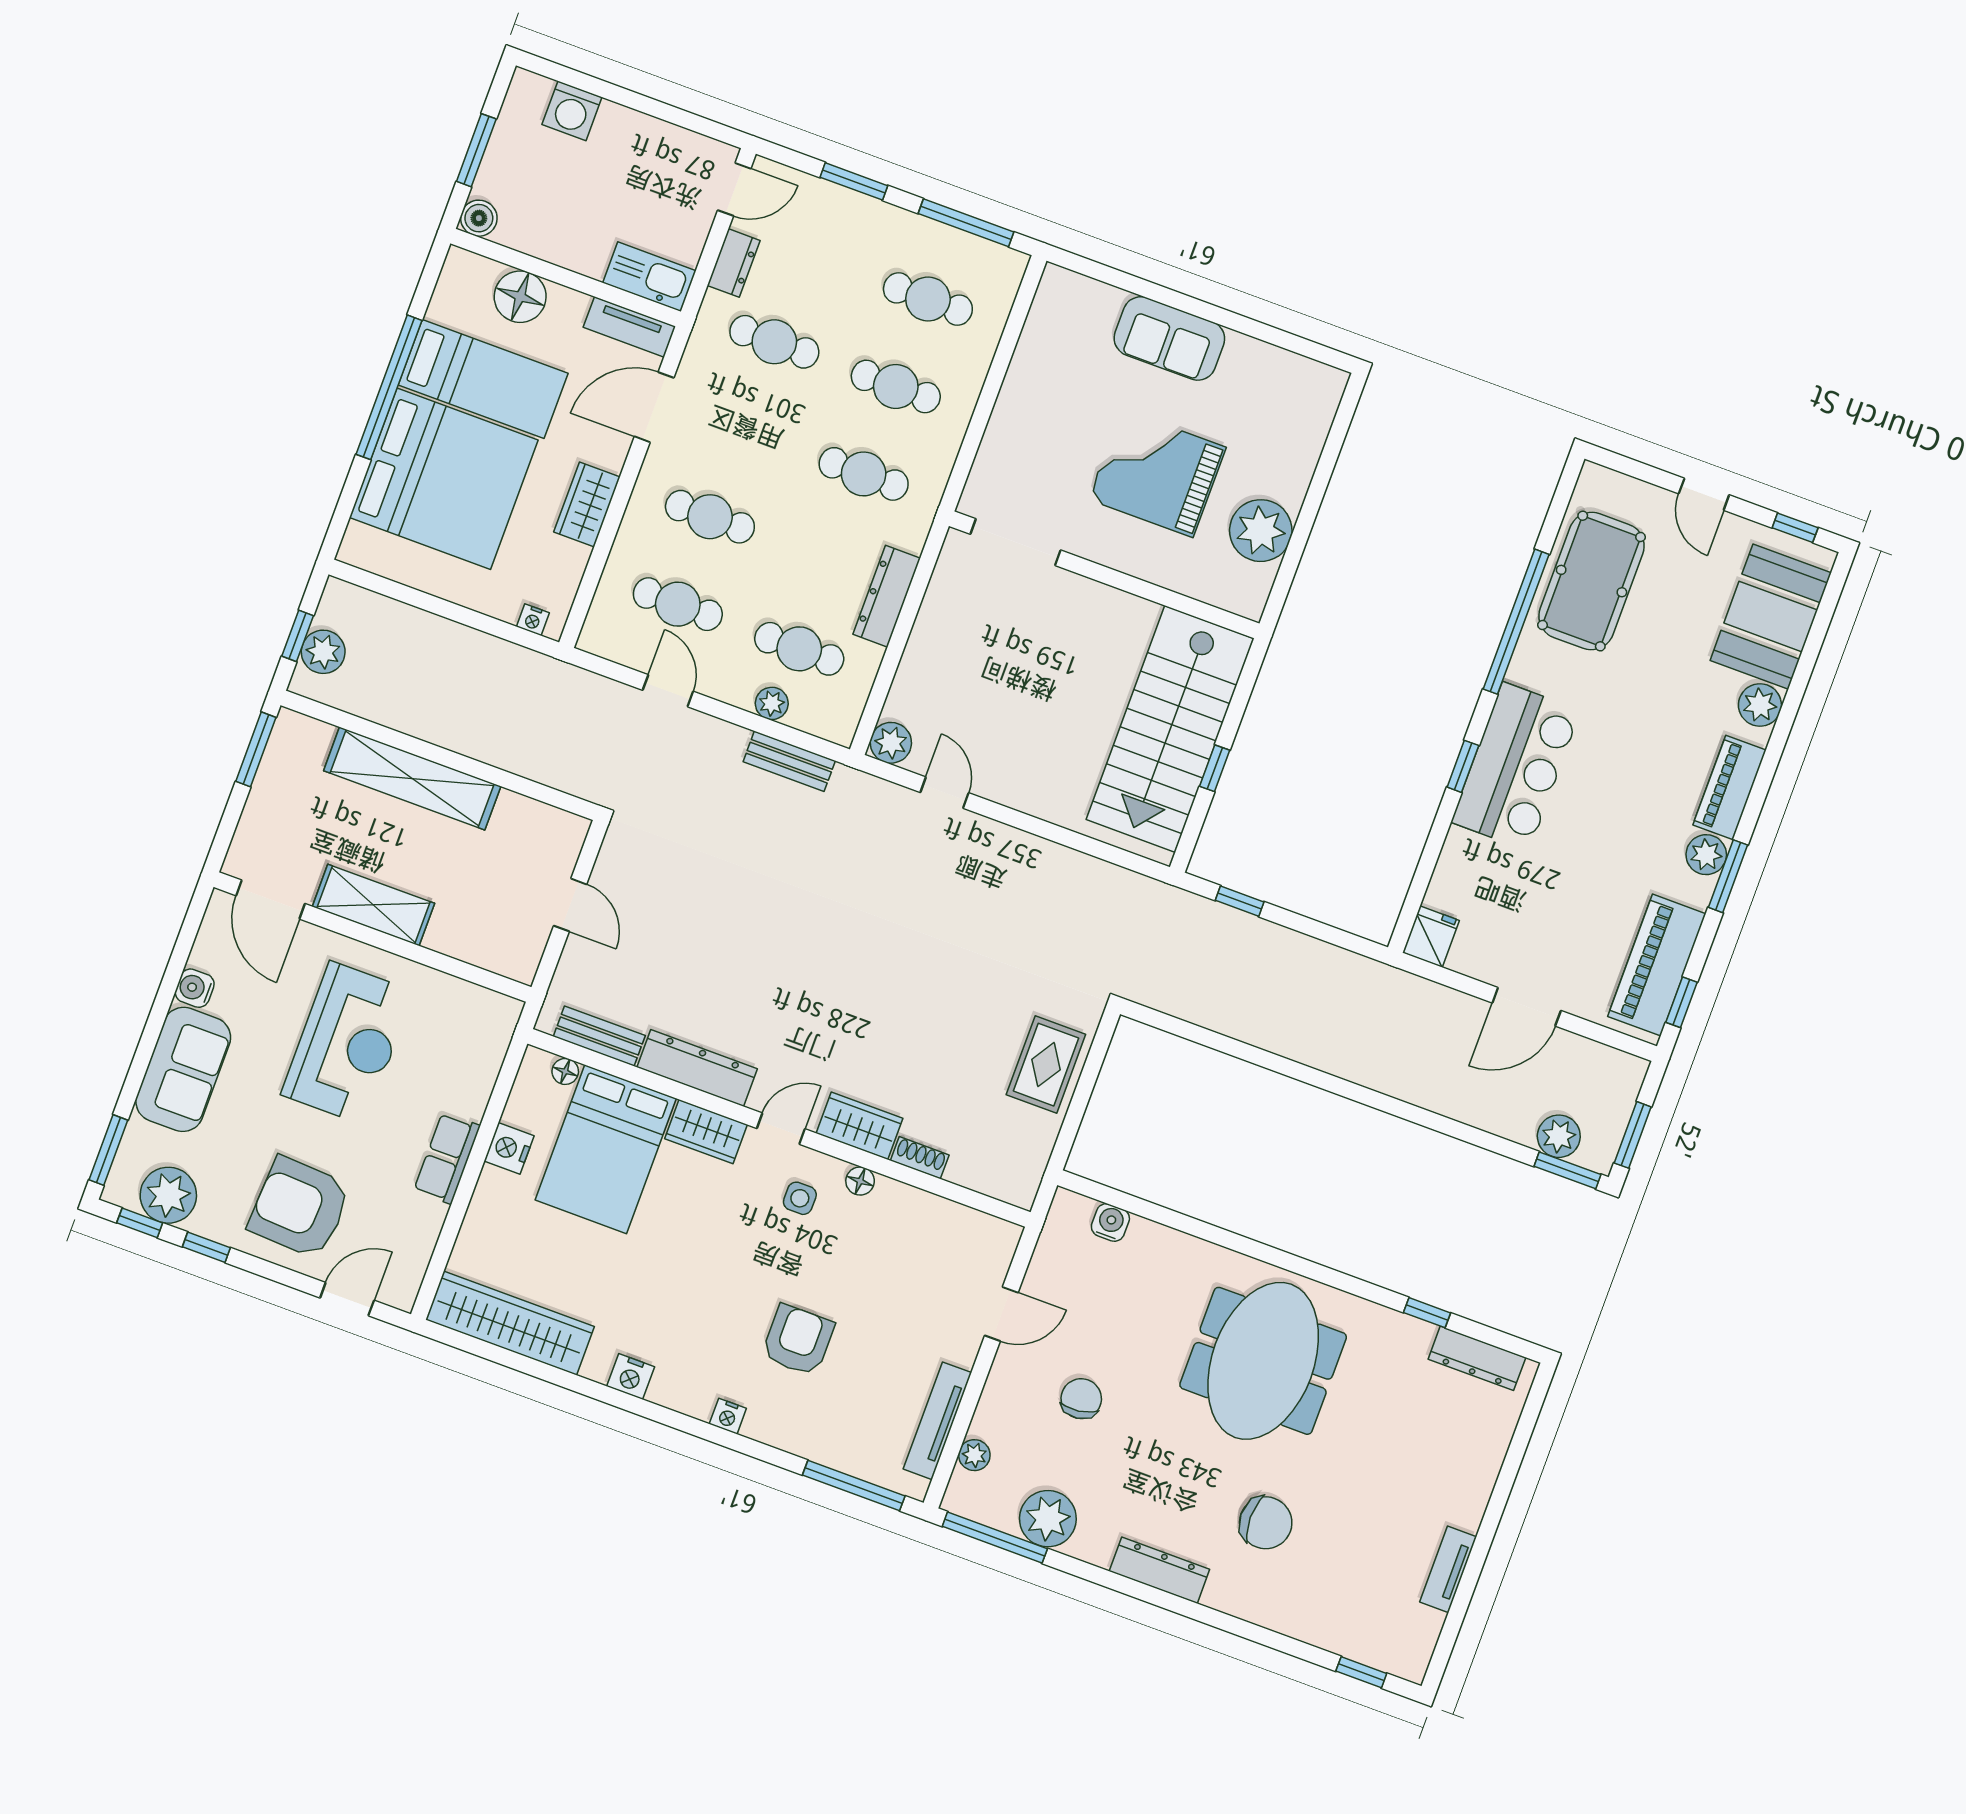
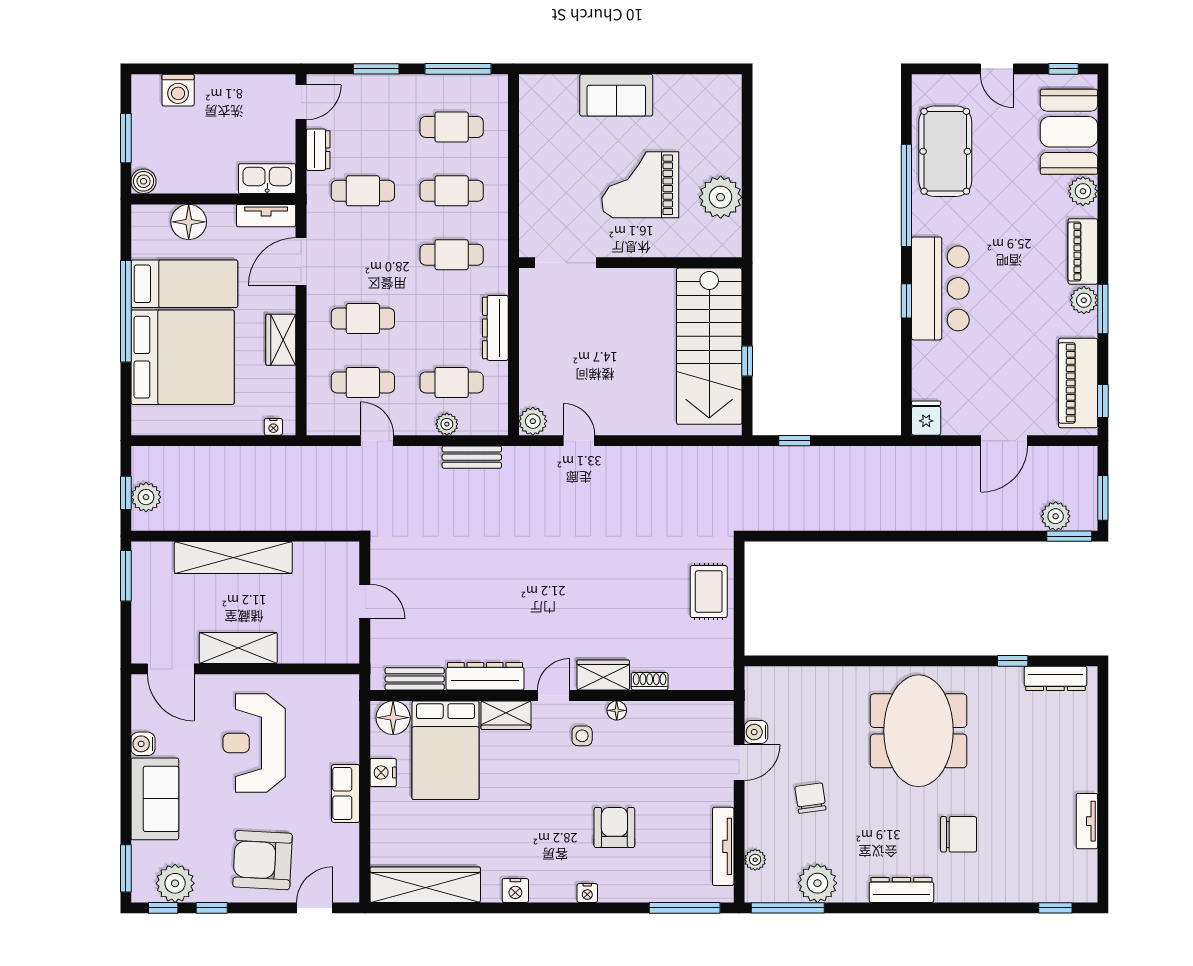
reception desk: (347, 1043) -> (254, 743), turned 180
floor lamp: (565, 1071) -> (393, 718), width x1.89, depth x1.89
water cooler: (1110, 1222) -> (756, 732), moved, turned -90

